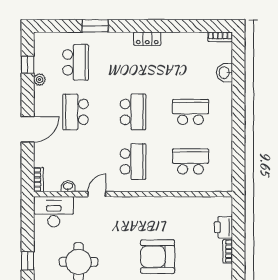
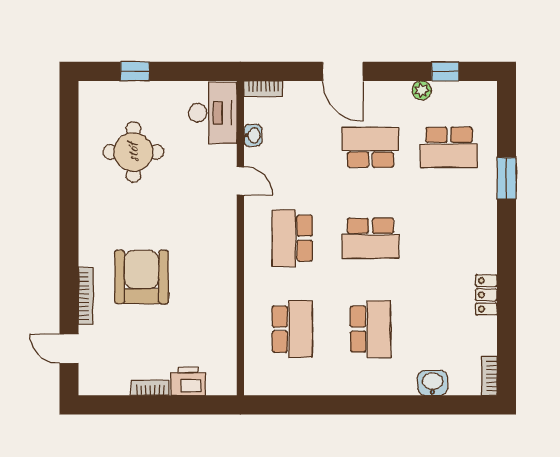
locker: (147, 39) -> (486, 295), moved
school desk: (133, 161) -> (292, 238), turned 90

